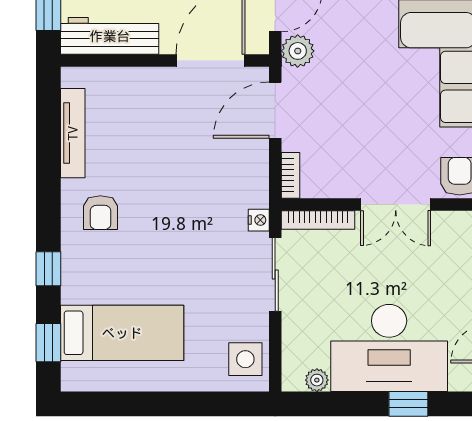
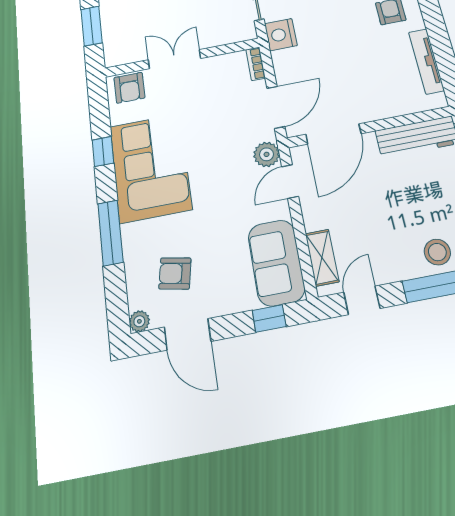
nightstand: (259, 220) -> (281, 35), width x1.89, depth x1.79
bookcase: (318, 220) -> (230, 38), removed

